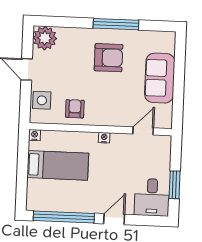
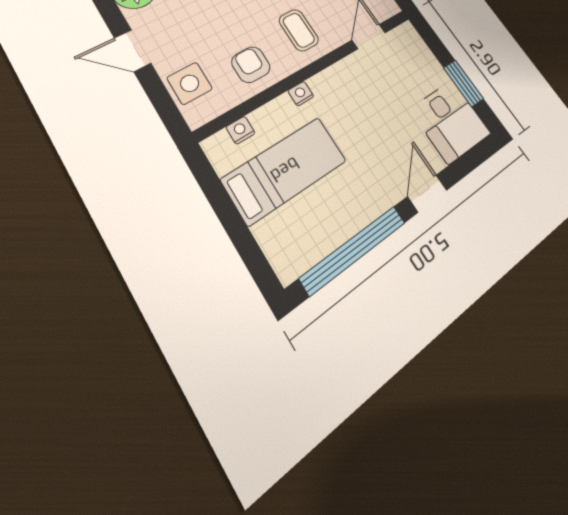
coffee table: (110, 106) -> (299, 30), added
nightstand: (34, 135) -> (240, 130), moved
nightstand: (104, 138) -> (301, 94), moved

